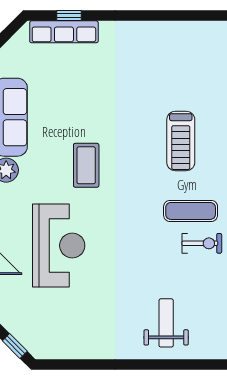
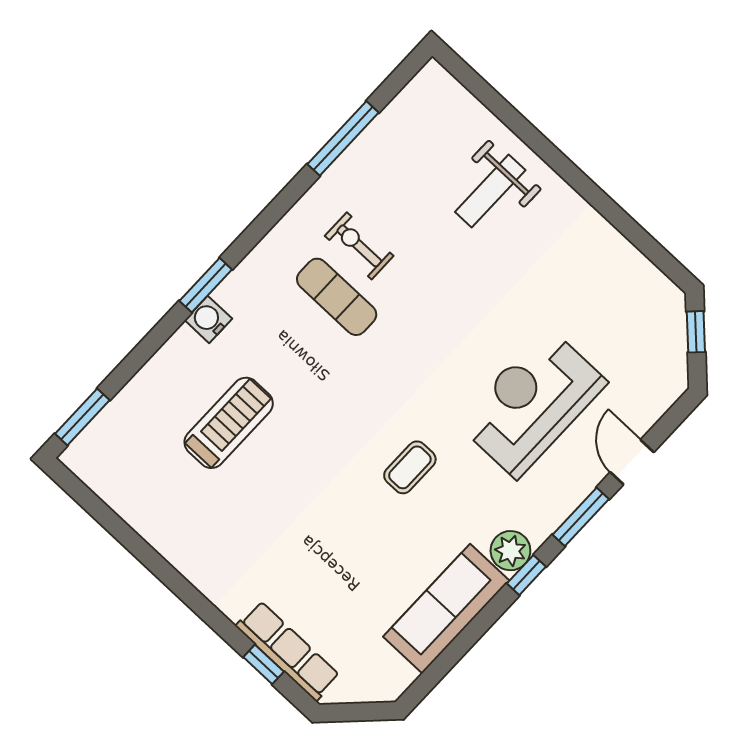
treadmill: (181, 141) -> (229, 423), moved
coffee table: (86, 165) -> (410, 467), width x0.73, depth x0.77

